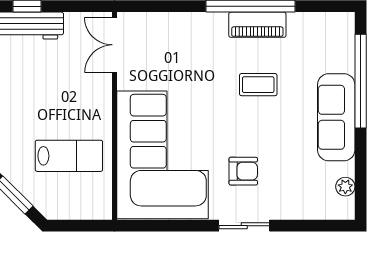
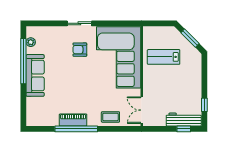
double door: (114, 45) -> (142, 110), swing flipped
window: (361, 81) -> (23, 61), moved
coffee table: (258, 85) -> (110, 117), moved

